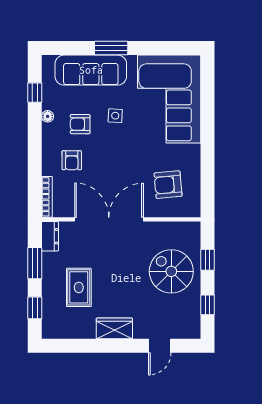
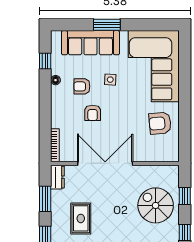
armchair: (72, 160) -> (93, 113), moved
armchair: (168, 185) -> (160, 123), moved

